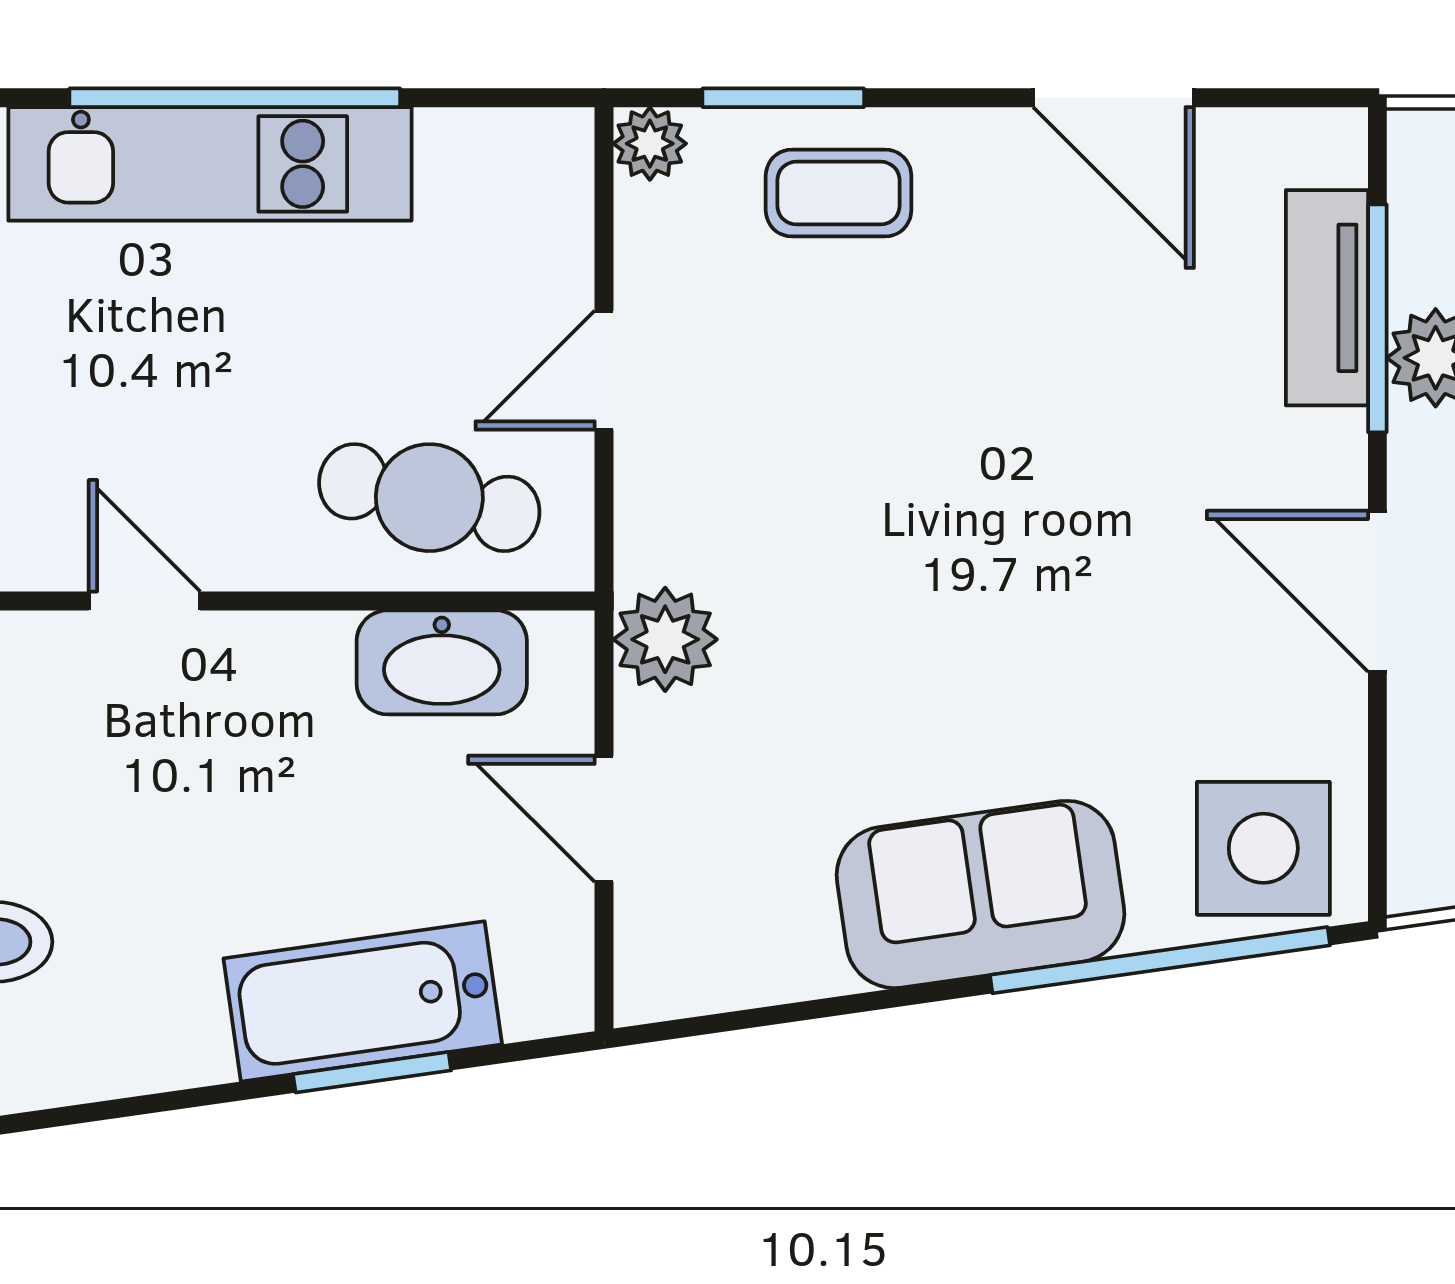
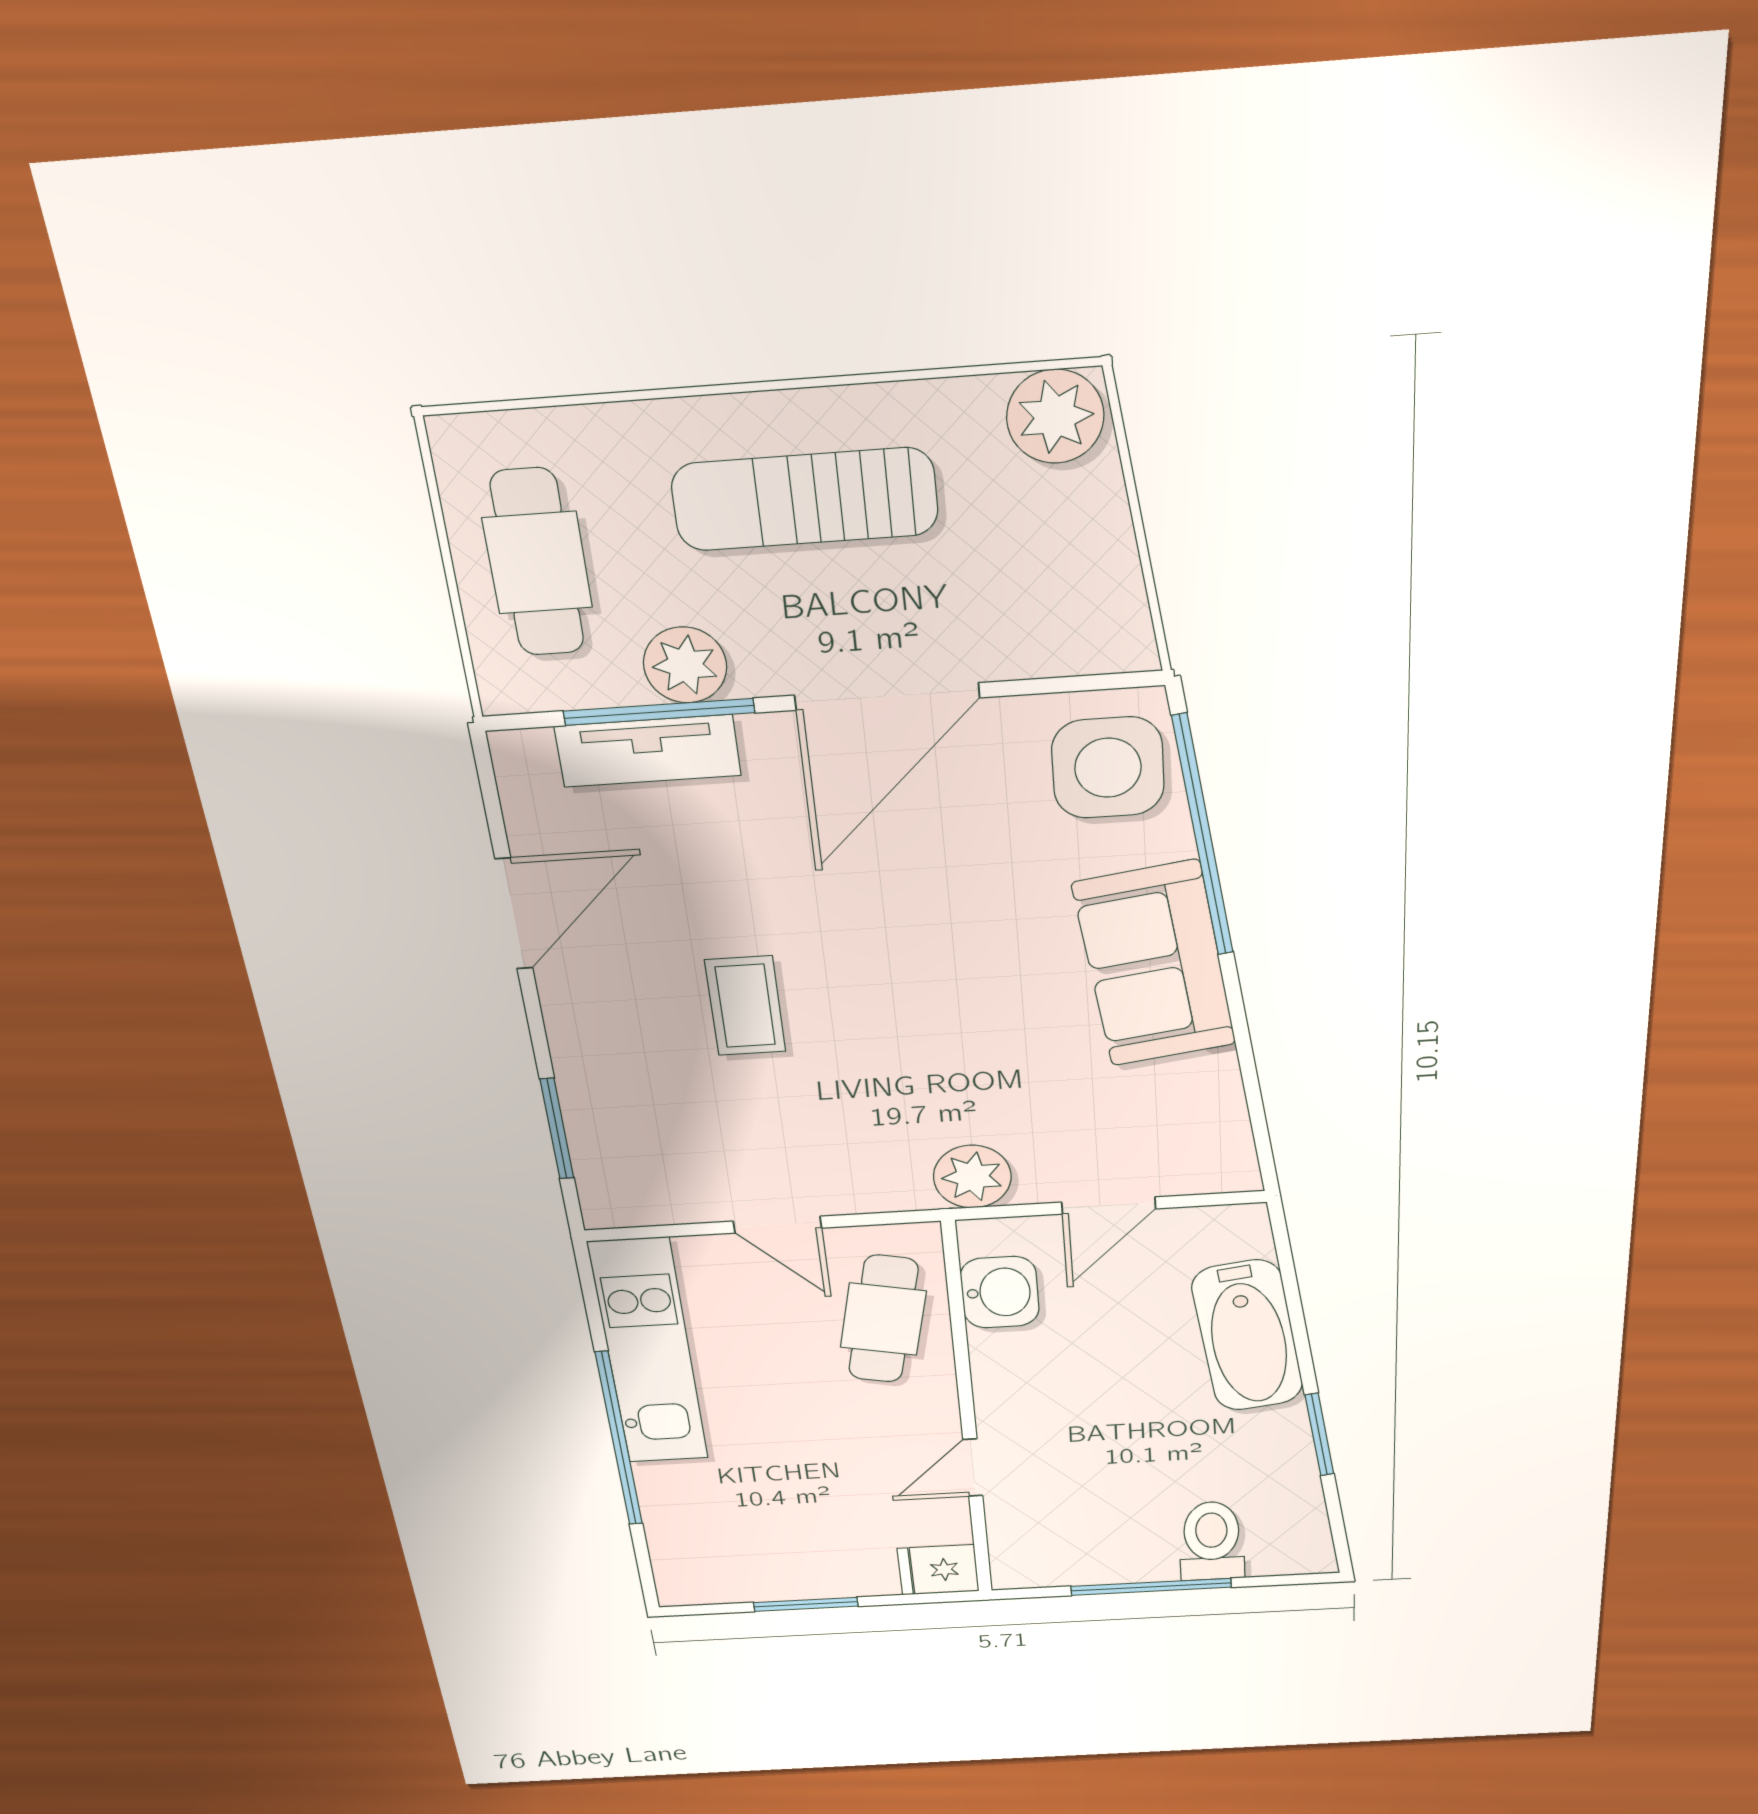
plant: (650, 144) -> (607, 1207), removed
kitchen unit: (210, 164) -> (649, 1352), moved
coffee table: (839, 193) -> (745, 1006), moved
door: (1377, 591) -> (887, 696), width x1.36
washbasin: (442, 662) -> (1000, 1292), width x0.72
window: (372, 1072) -> (1319, 1435), moved

